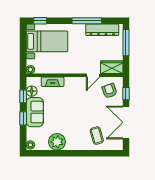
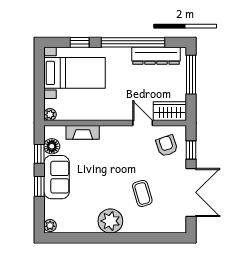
window: (40, 21) -> (80, 42), moved
window: (87, 21) -> (133, 42), width x1.46
door: (93, 75) -> (143, 123), swing flipped
double door: (126, 122) -> (191, 192), swing flipped
coffee table: (97, 136) -> (142, 193), moved
plant: (57, 142) -> (110, 221), moved

